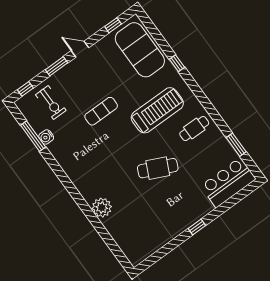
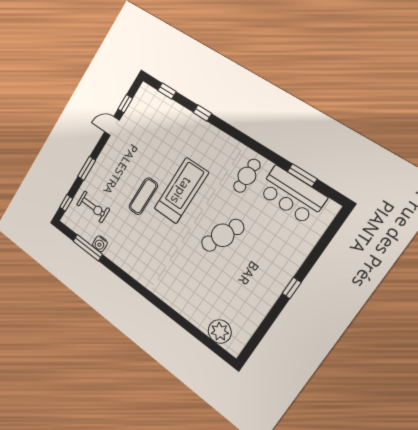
window: (154, 31) -> (167, 91), added
door: (80, 49) -> (112, 126), moved
exercise mat: (140, 50) -> (160, 116), removed
treadmill: (157, 110) -> (181, 191), moved
bar counter: (228, 182) -> (292, 195), moved, turned -90
plant: (102, 208) -> (220, 332), moved

